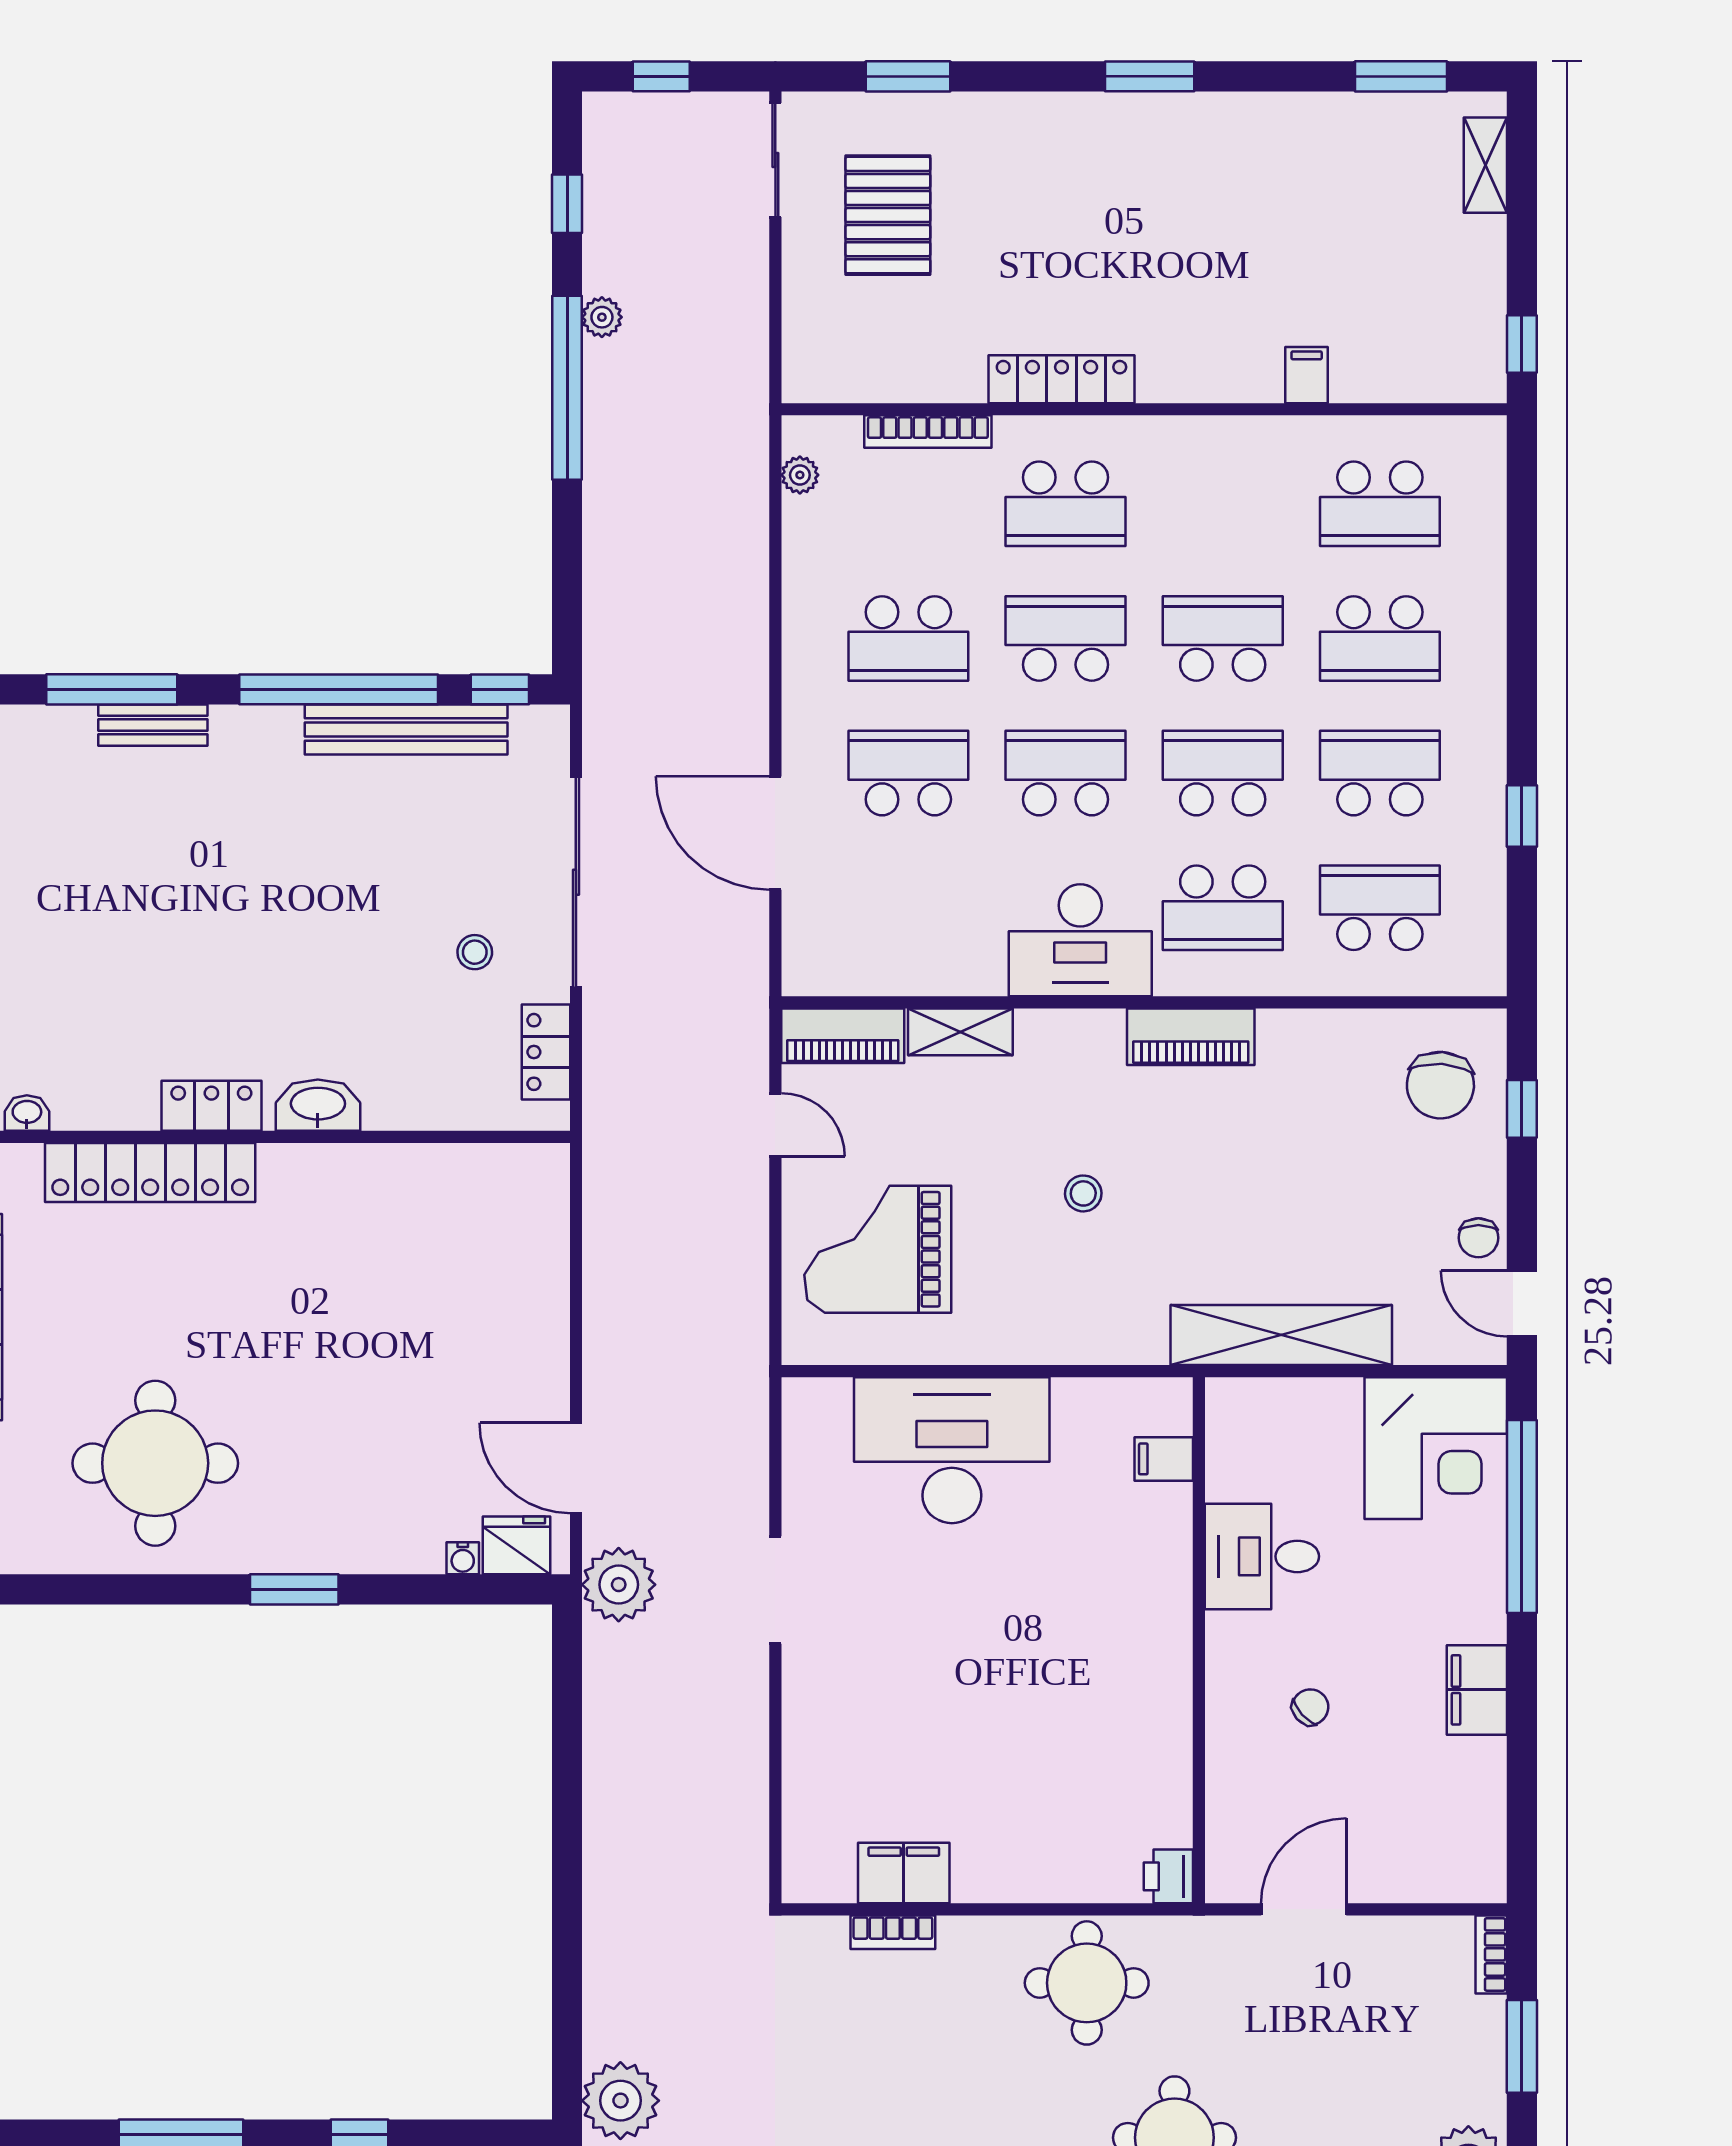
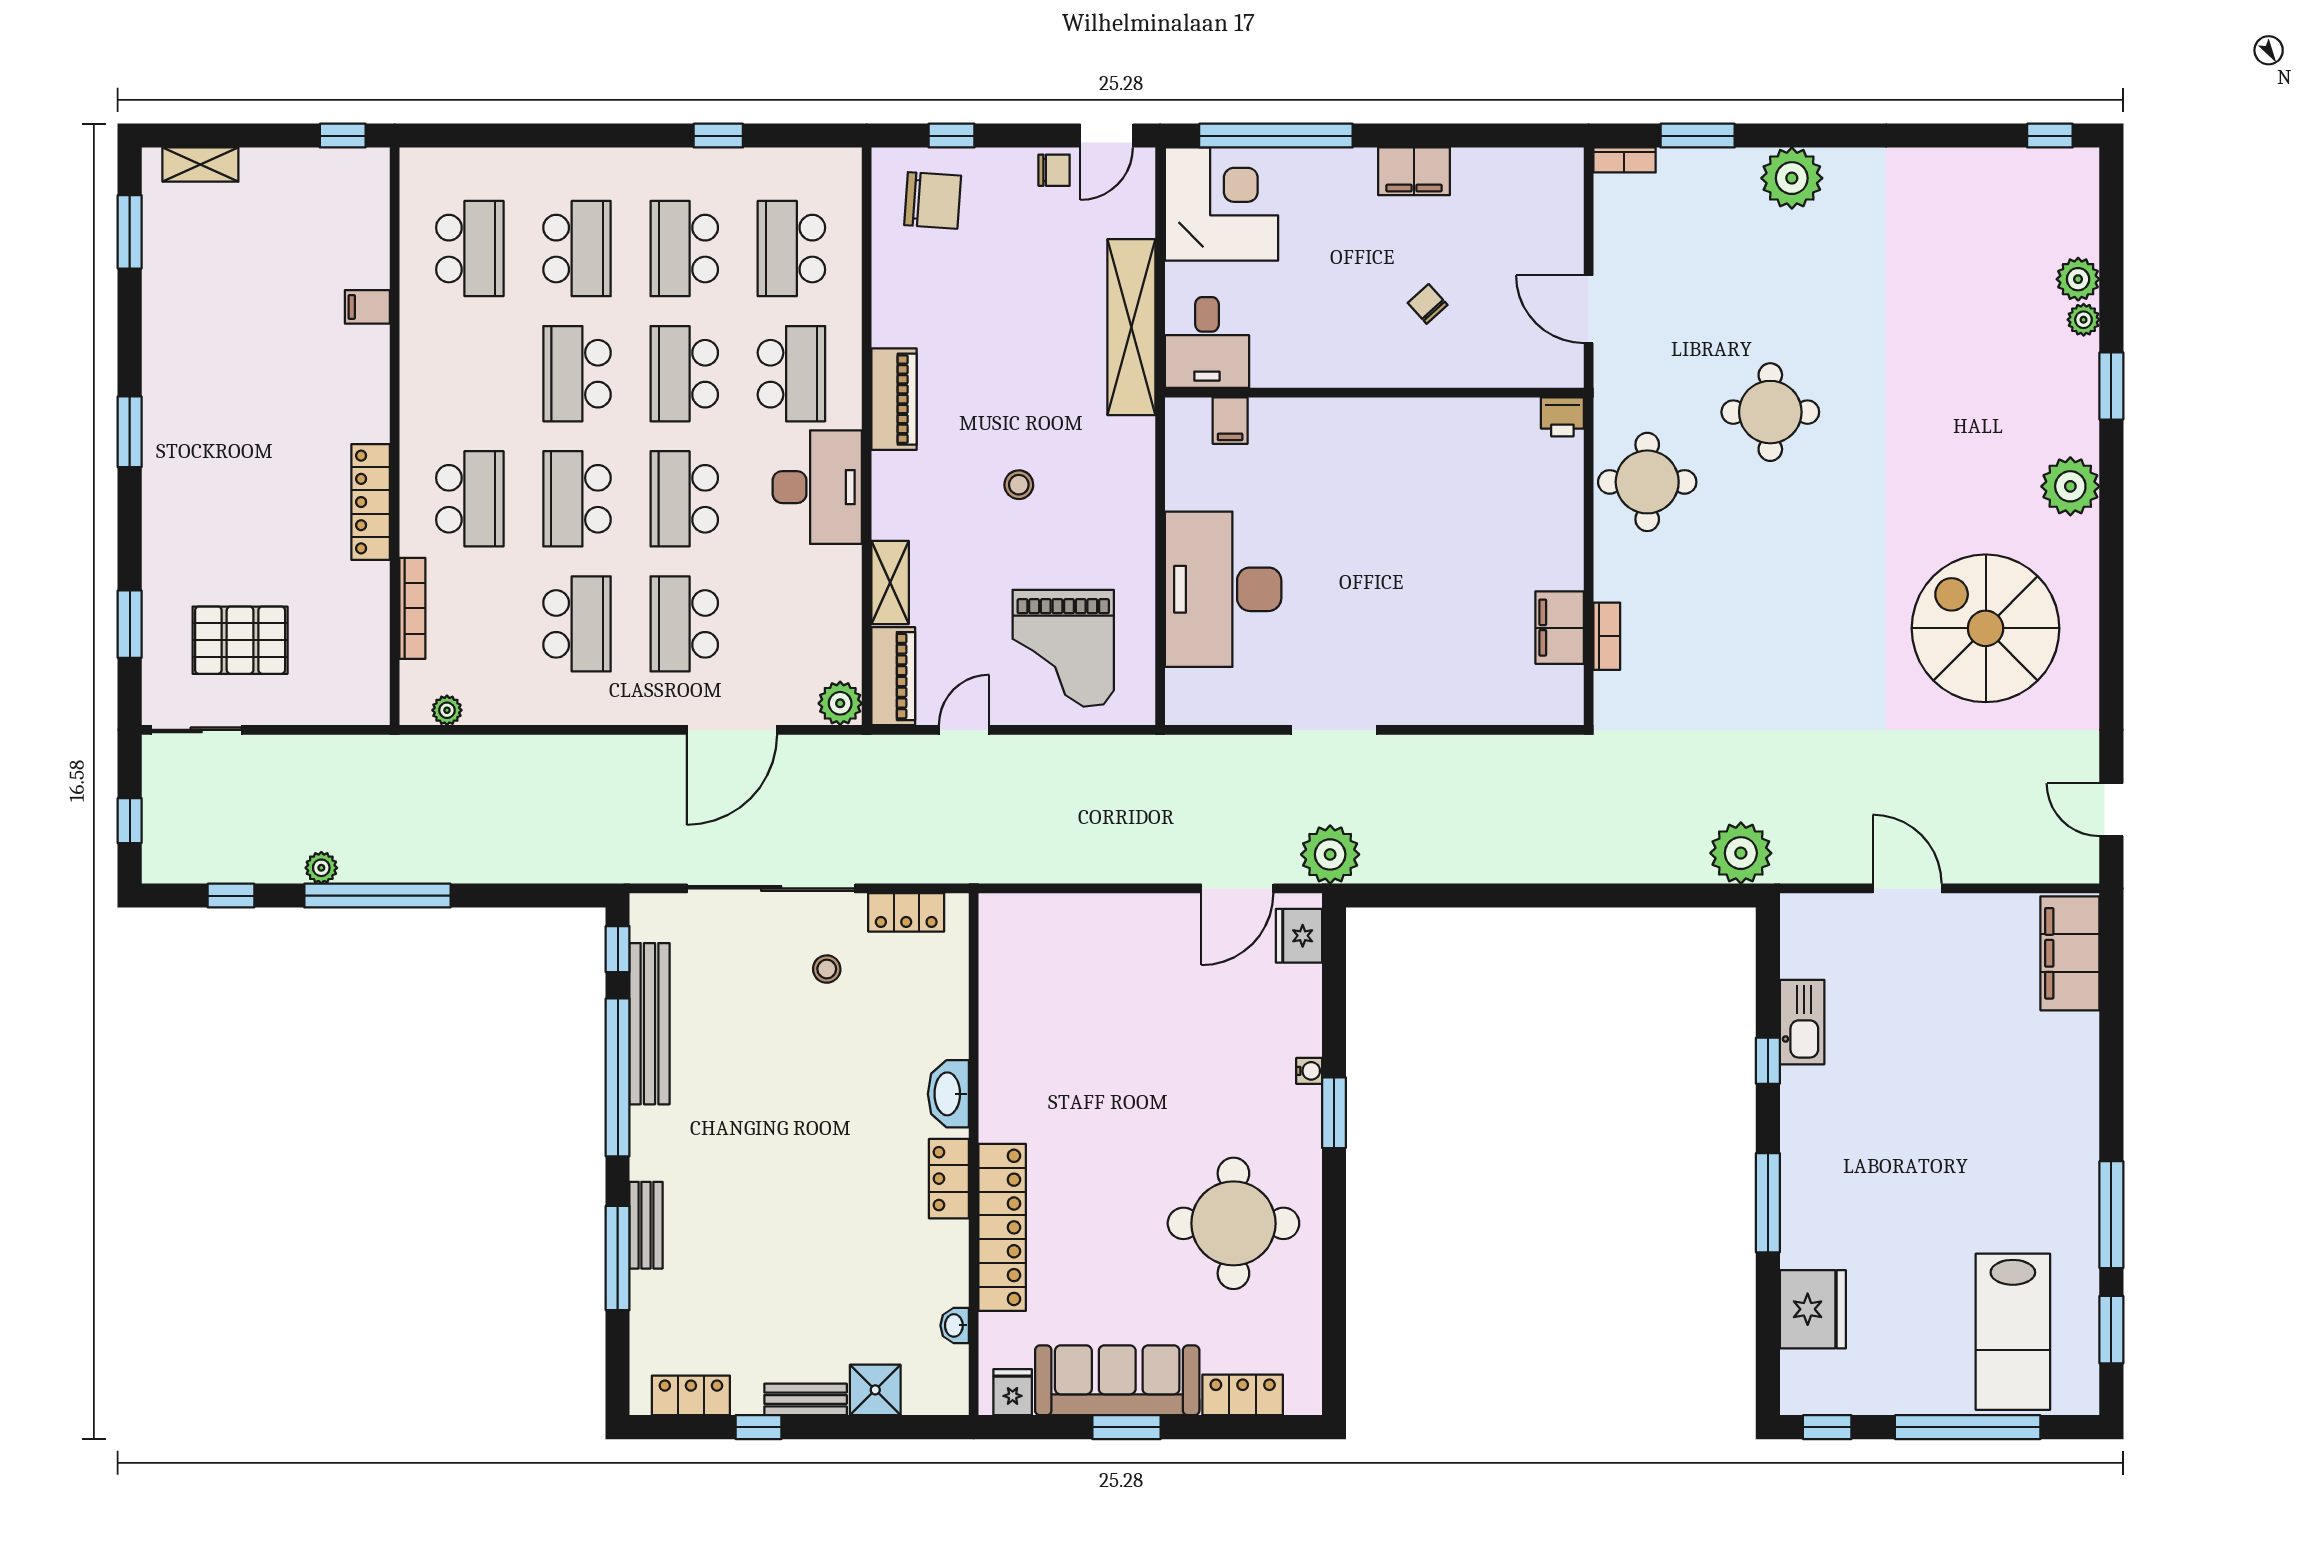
plant: (809, 969) -> (840, 703), added
desk: (1262, 1556) -> (1207, 342), moved
water cooler: (463, 1558) -> (1309, 1071), moved

